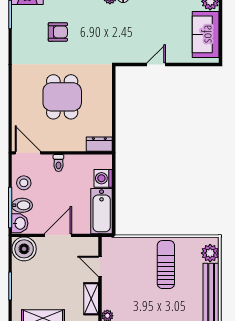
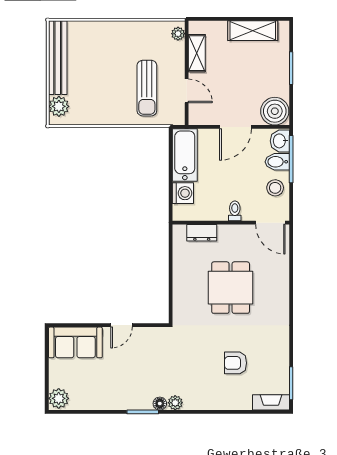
sofa: (206, 34) -> (75, 342), moved, turned 90
dresser: (99, 144) -> (202, 233), moved
sun lounger: (166, 265) -> (147, 88), moved

